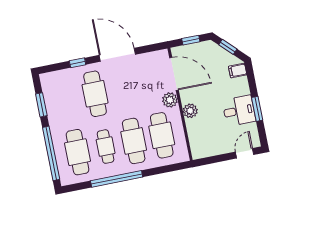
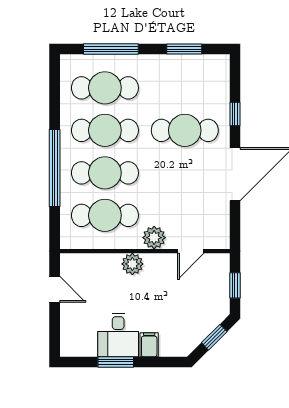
filing cabinet: (238, 71) -> (149, 345), moved
door: (174, 74) -> (191, 251), width x0.53
cafe table: (106, 147) -> (105, 130), width x1.37, depth x1.35
window: (51, 153) -> (111, 49), width x0.68
door: (245, 153) -> (55, 289), moved
window: (117, 179) -> (55, 168), moved

